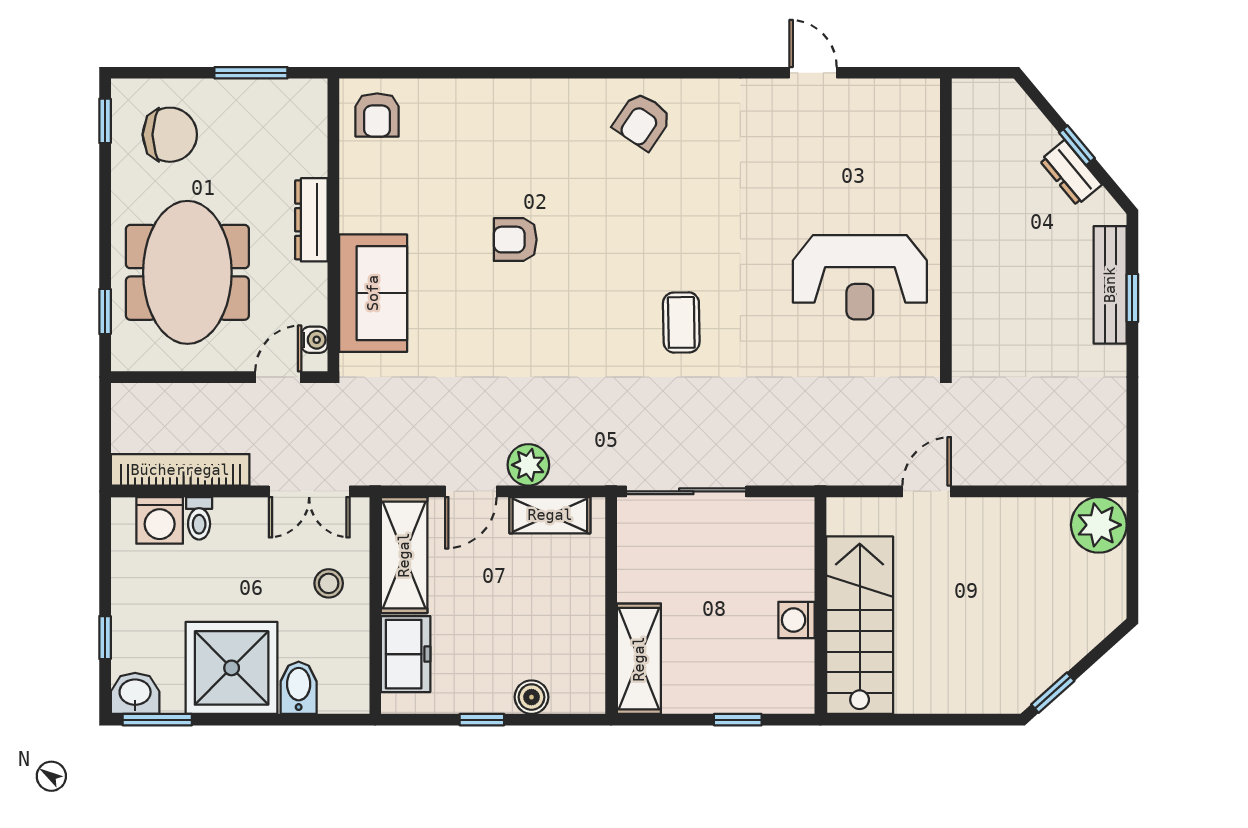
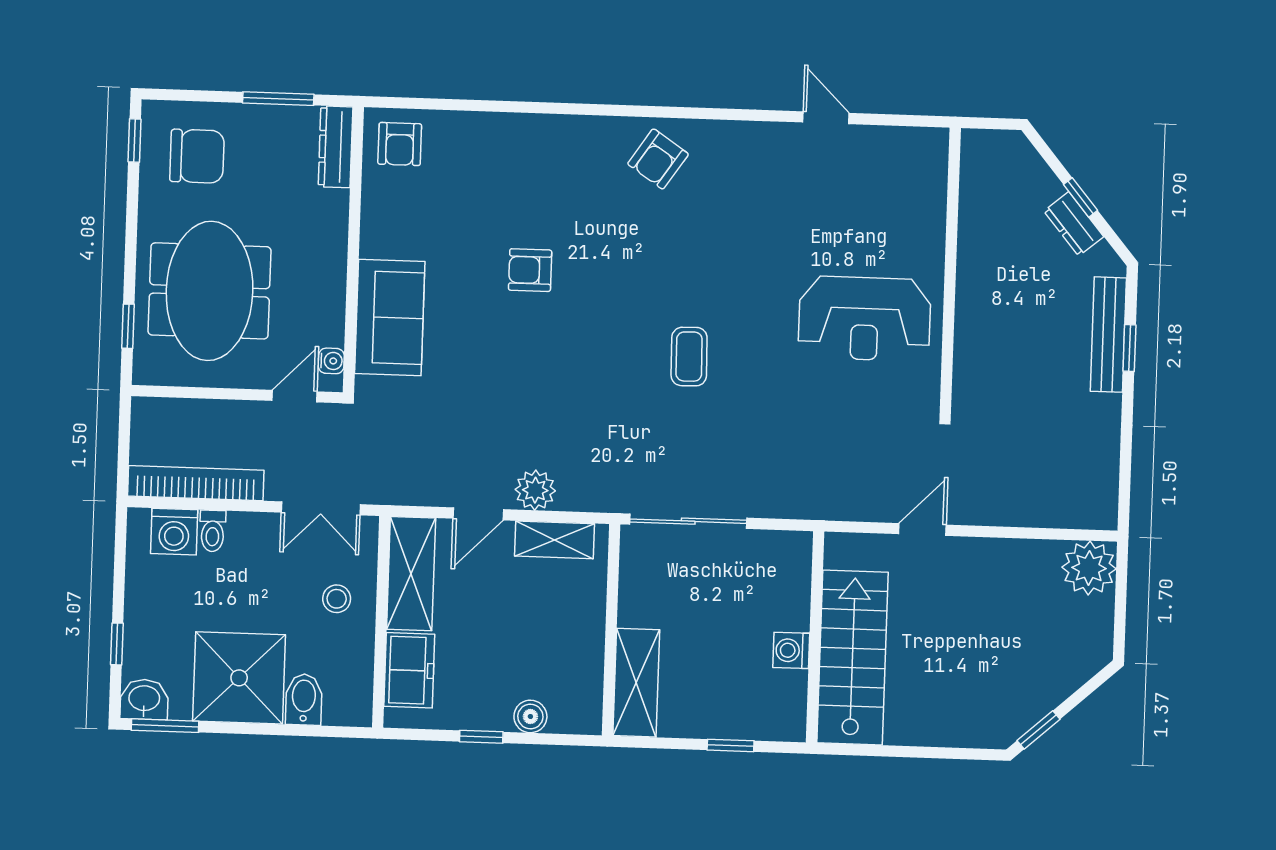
dresser: (311, 220) -> (336, 147), moved

